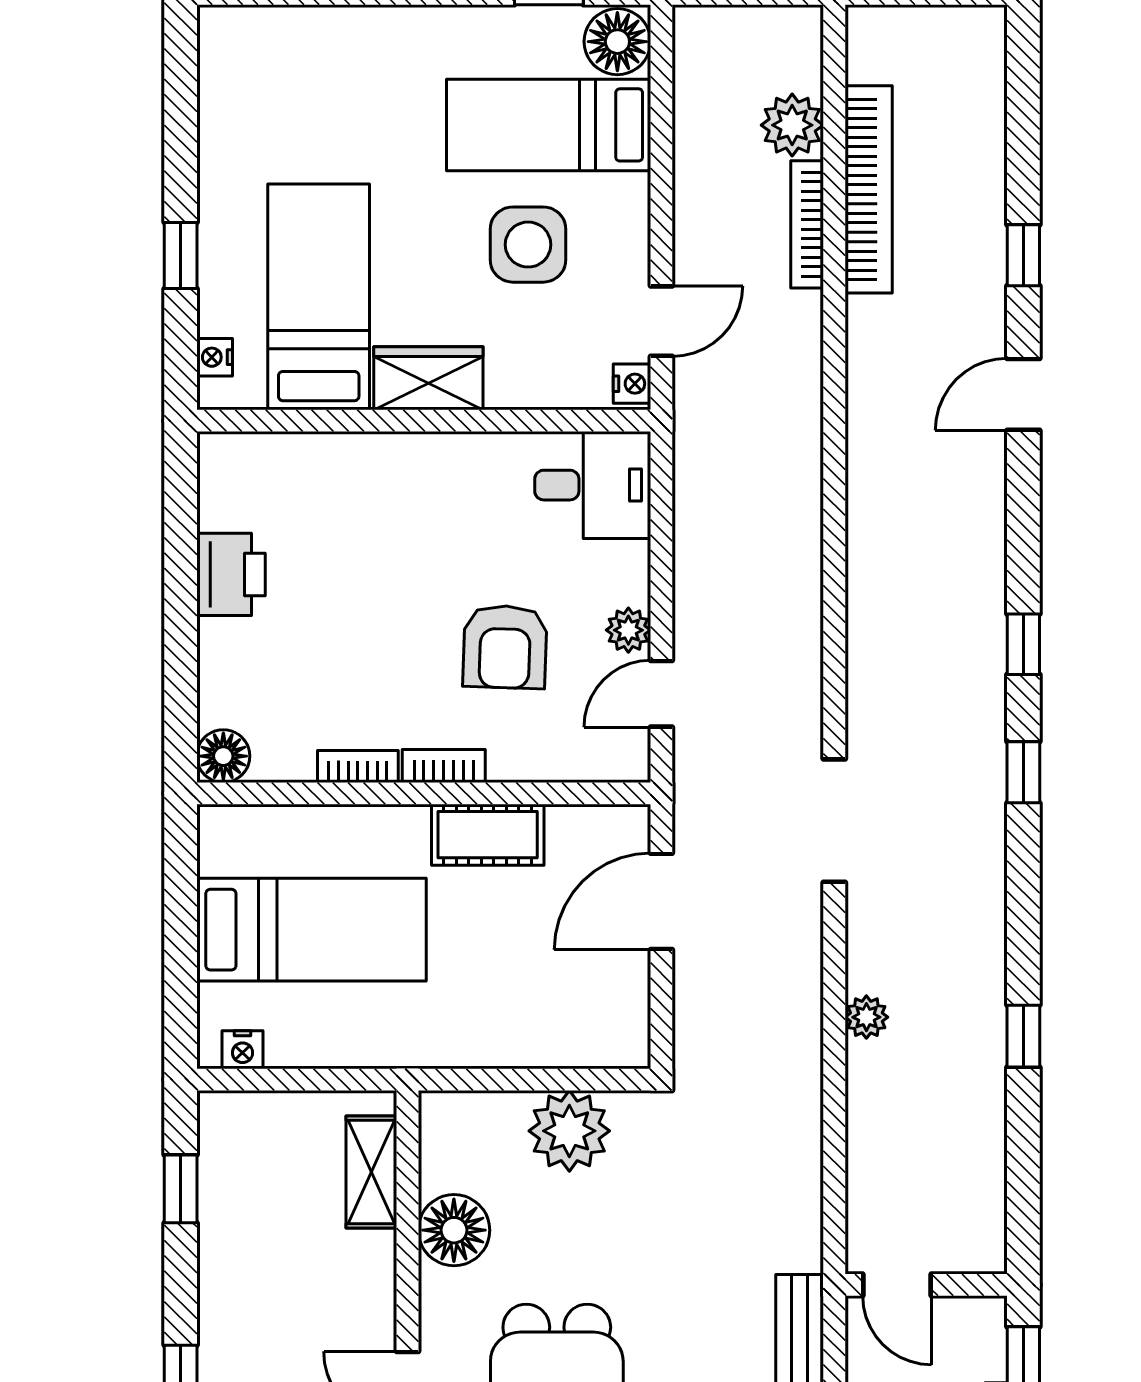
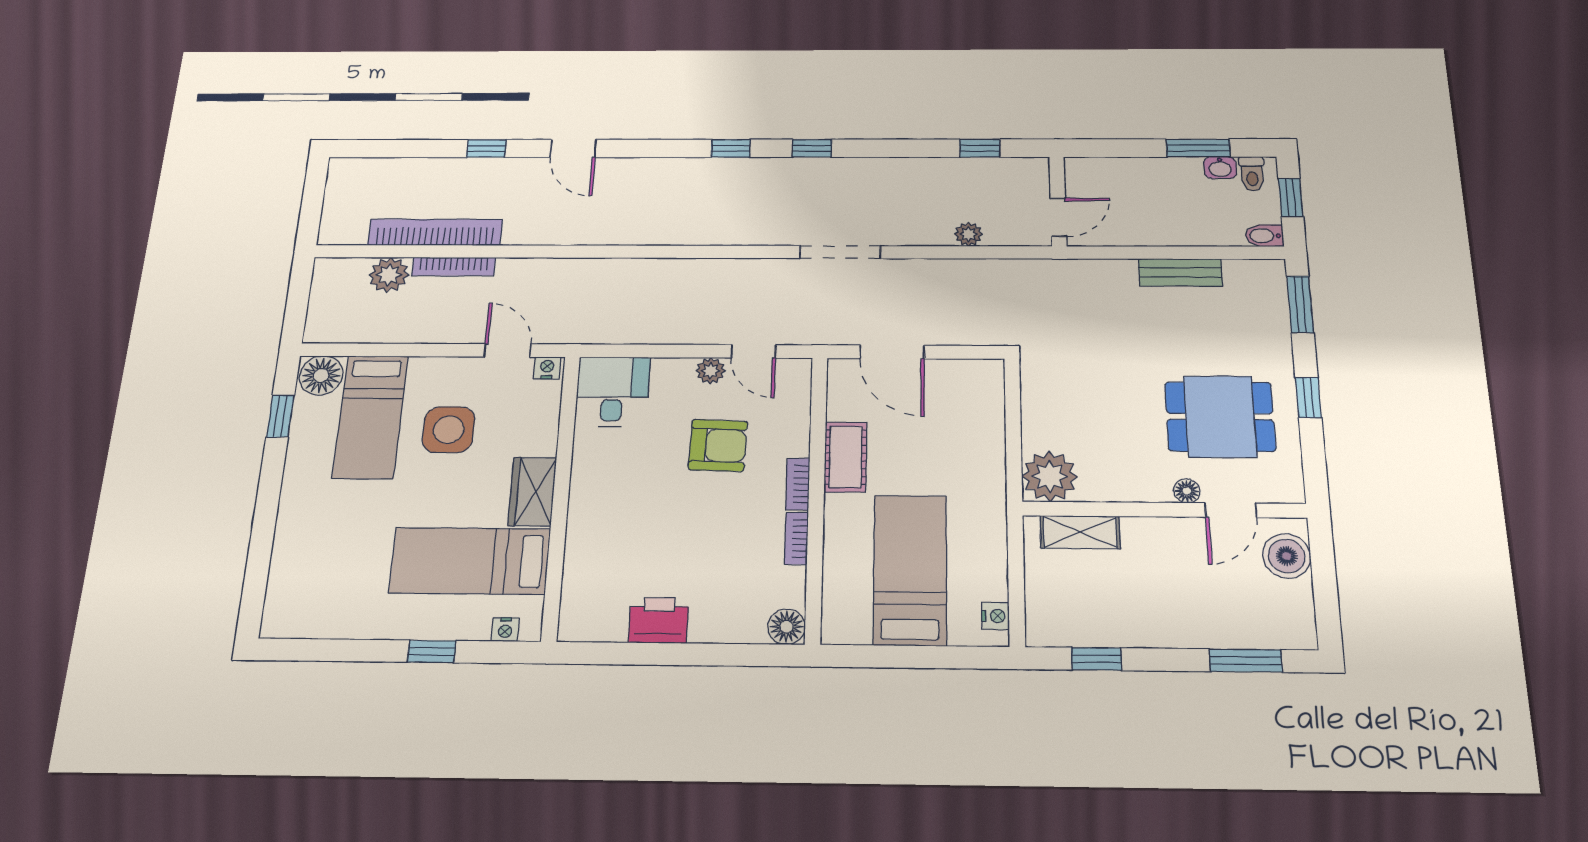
plant: (569, 1131) -> (1050, 476), moved
floor lamp: (454, 1230) -> (1187, 491), moved, width x0.53, depth x0.53
door: (897, 1285) -> (1058, 217), moved
wall: (926, 1285) -> (1058, 201), moved

